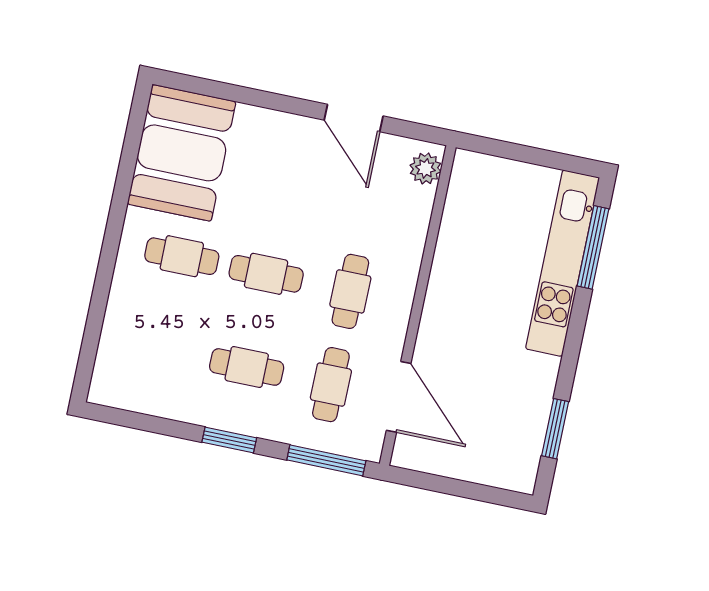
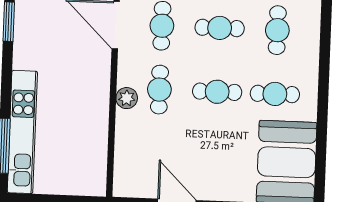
plant: (425, 168) -> (127, 98), moved
cafe table: (162, 349) -> (277, 30), added

